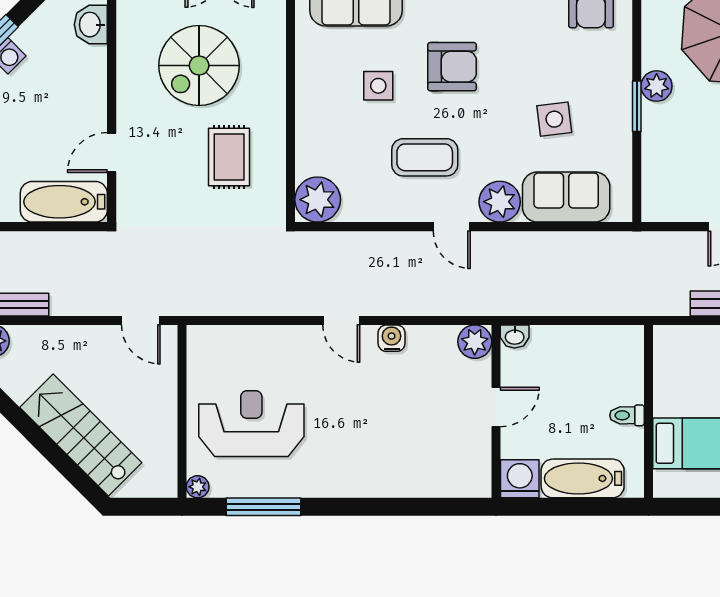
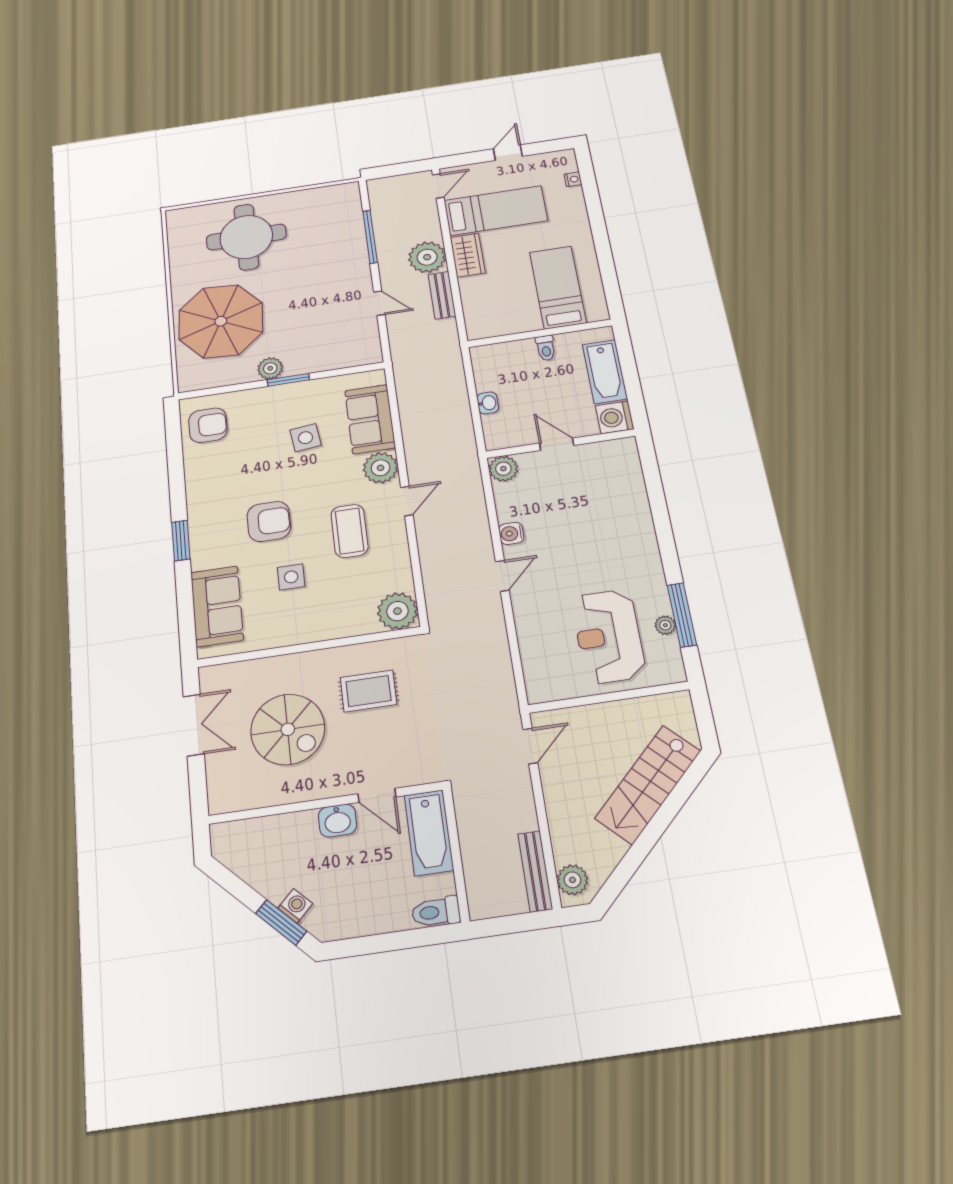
washbasin: (91, 25) -> (337, 821), moved
armchair: (452, 67) -> (269, 521), turned 90
washbasin: (515, 336) -> (488, 403), moved
plant: (198, 487) -> (665, 625), moved

